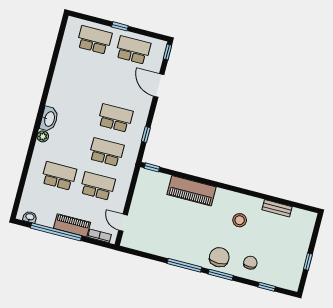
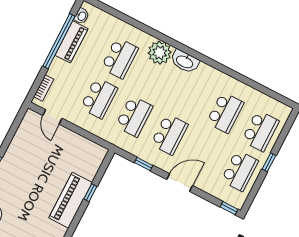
school desk: (86, 74) -> (225, 113), added
door: (159, 86) -> (180, 183), moved
plant: (43, 136) -> (160, 53), width x1.88, depth x1.88
window: (152, 167) -> (90, 193), moved
door: (123, 223) -> (52, 117), swing flipped
piano: (72, 225) -> (72, 42), moved

